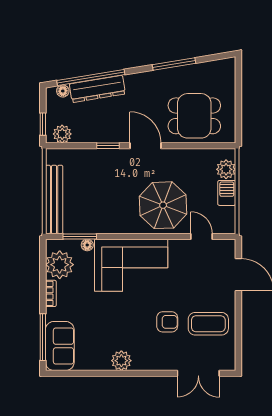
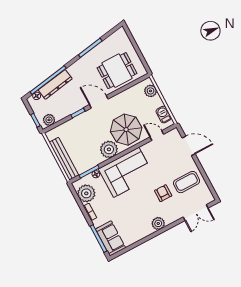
barbecue: (227, 193) -> (164, 115), moved
plant: (124, 220) -> (109, 149), added
armchair: (167, 322) -> (163, 193), turned -90
plant: (121, 361) -> (158, 223), moved

